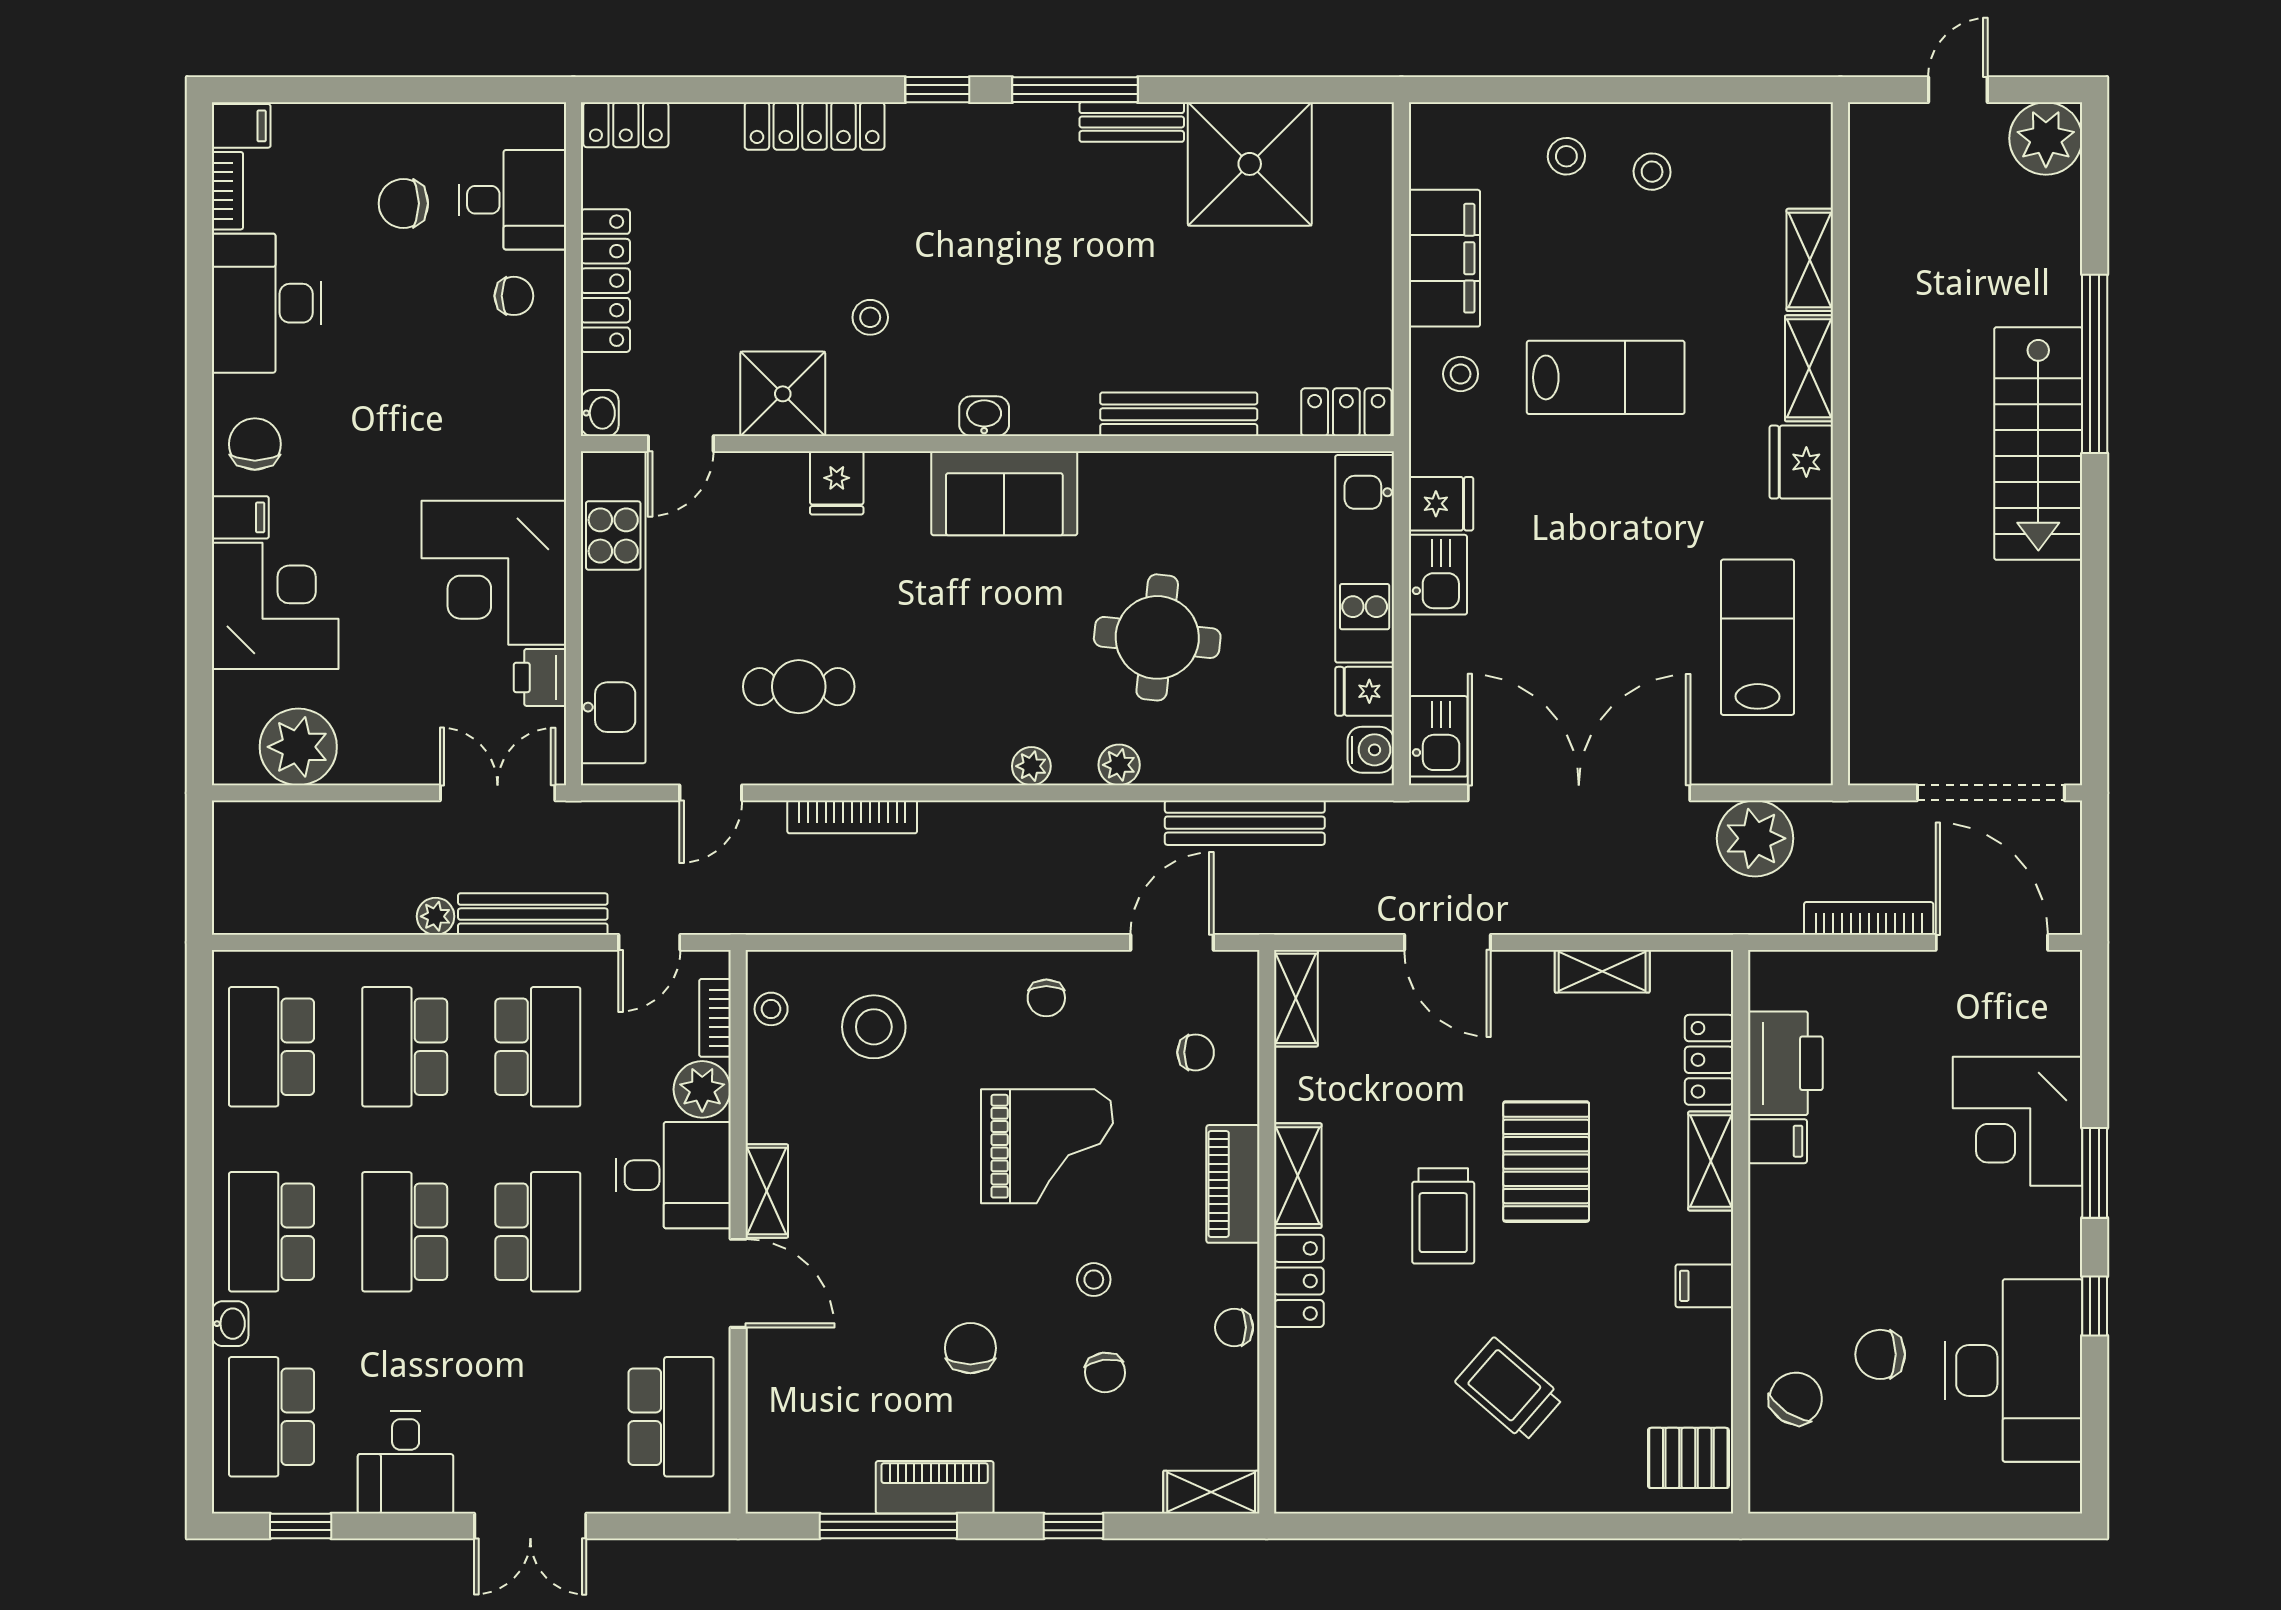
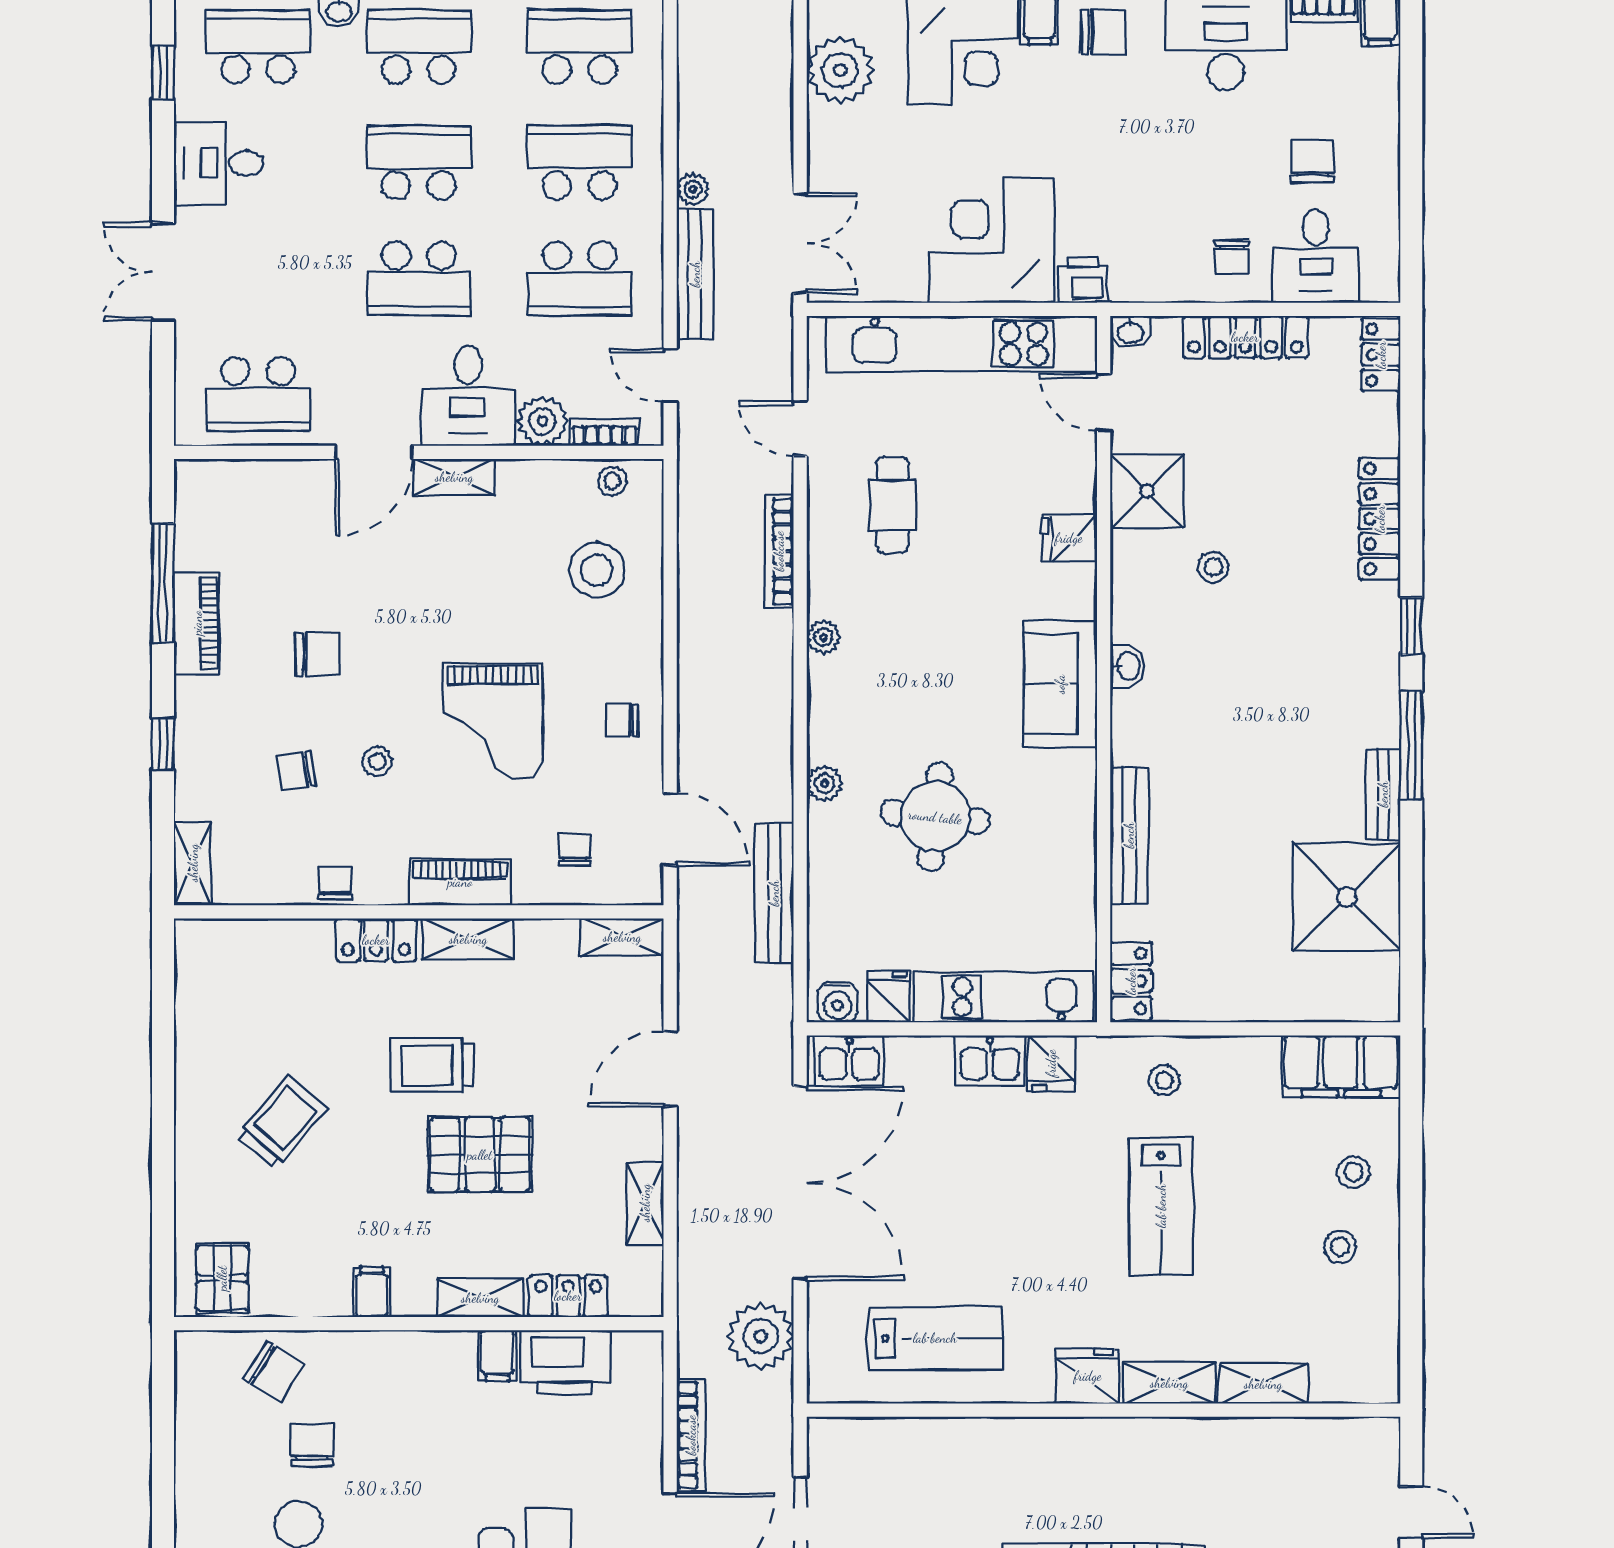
filing cabinet: (1444, 258) -> (1341, 1066), moved
printer: (540, 677) -> (1083, 280), moved
plant: (1031, 766) -> (823, 637), moved
chair: (1196, 1052) -> (575, 850), turned 180

